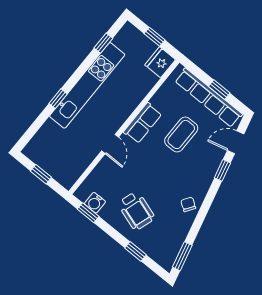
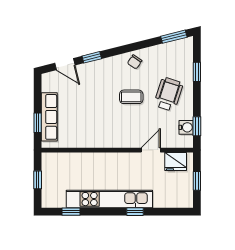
fridge: (160, 62) -> (176, 162), moved
window: (219, 90) -> (38, 123), moved
row of seats: (209, 98) -> (49, 117), width x0.73
row of seats: (143, 123) -> (104, 139), removed
coffee table: (181, 134) -> (131, 97), moved, width x0.73, depth x0.77
door: (110, 144) -> (151, 150), moved

